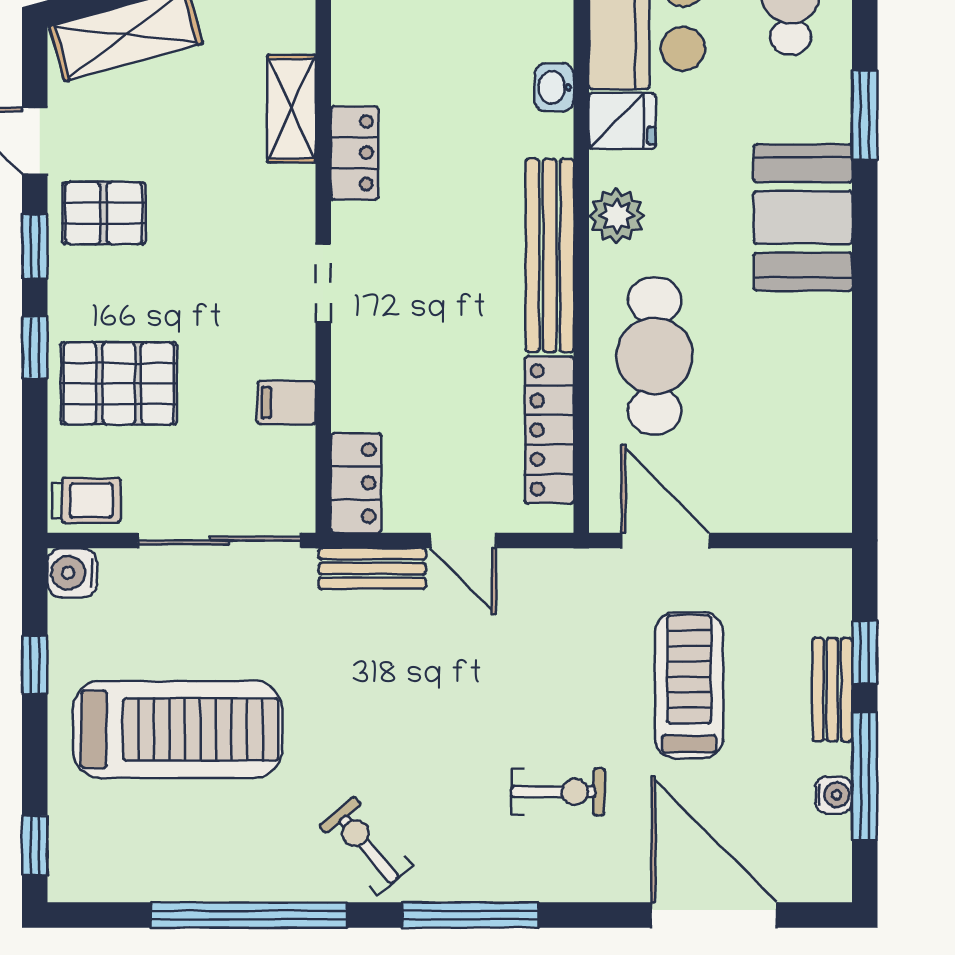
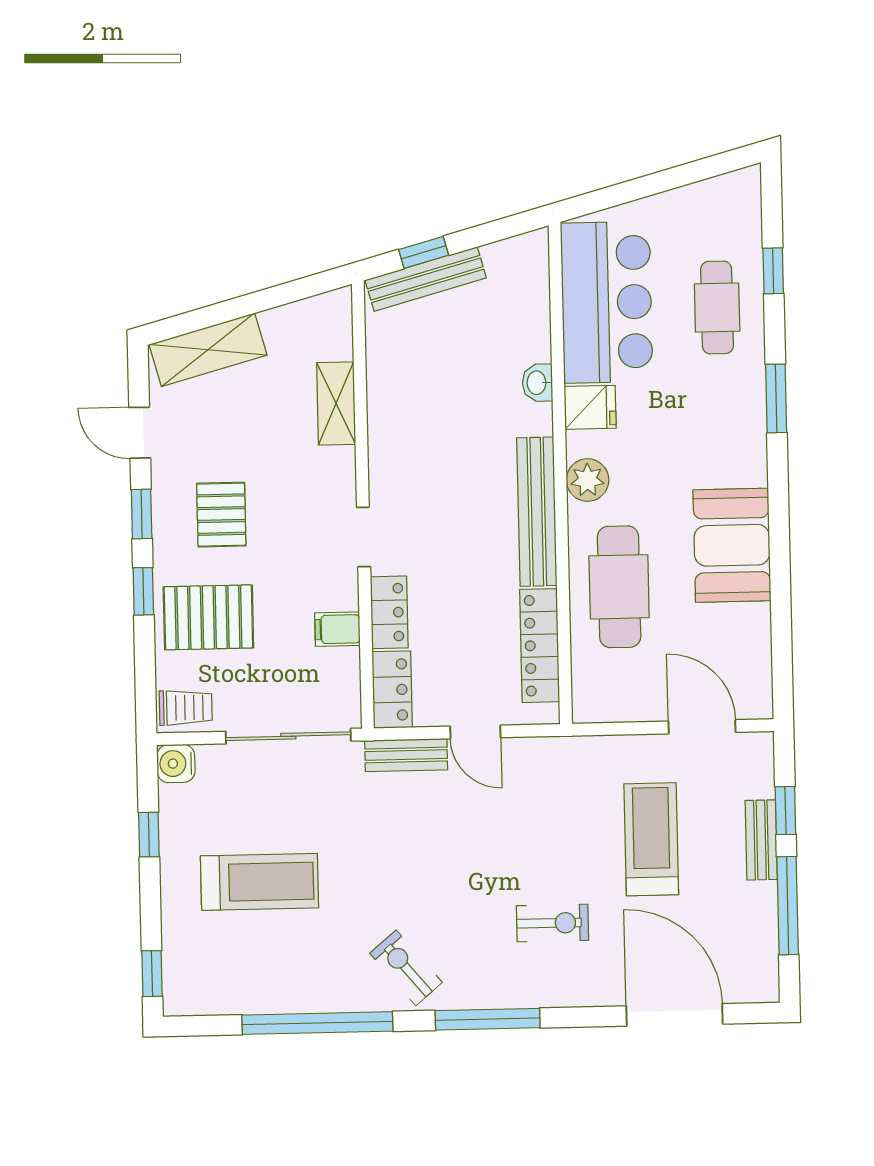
locker: (354, 153) -> (389, 612), moved
pallet: (104, 213) -> (221, 515), moved, turned 90
booth: (803, 217) -> (732, 545), moved
door: (665, 540) -> (702, 727), moved
treadmill: (178, 729) -> (260, 882), width x0.73, depth x0.73
water cooler: (834, 795) -> (764, 921), removed

